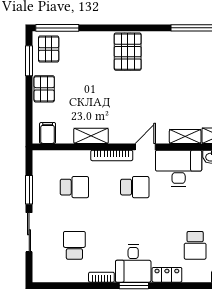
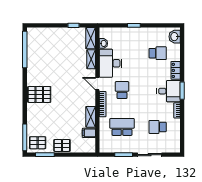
filing cabinet: (48, 133) -> (89, 133), moved
school desk: (74, 187) -> (122, 127), width x1.85

